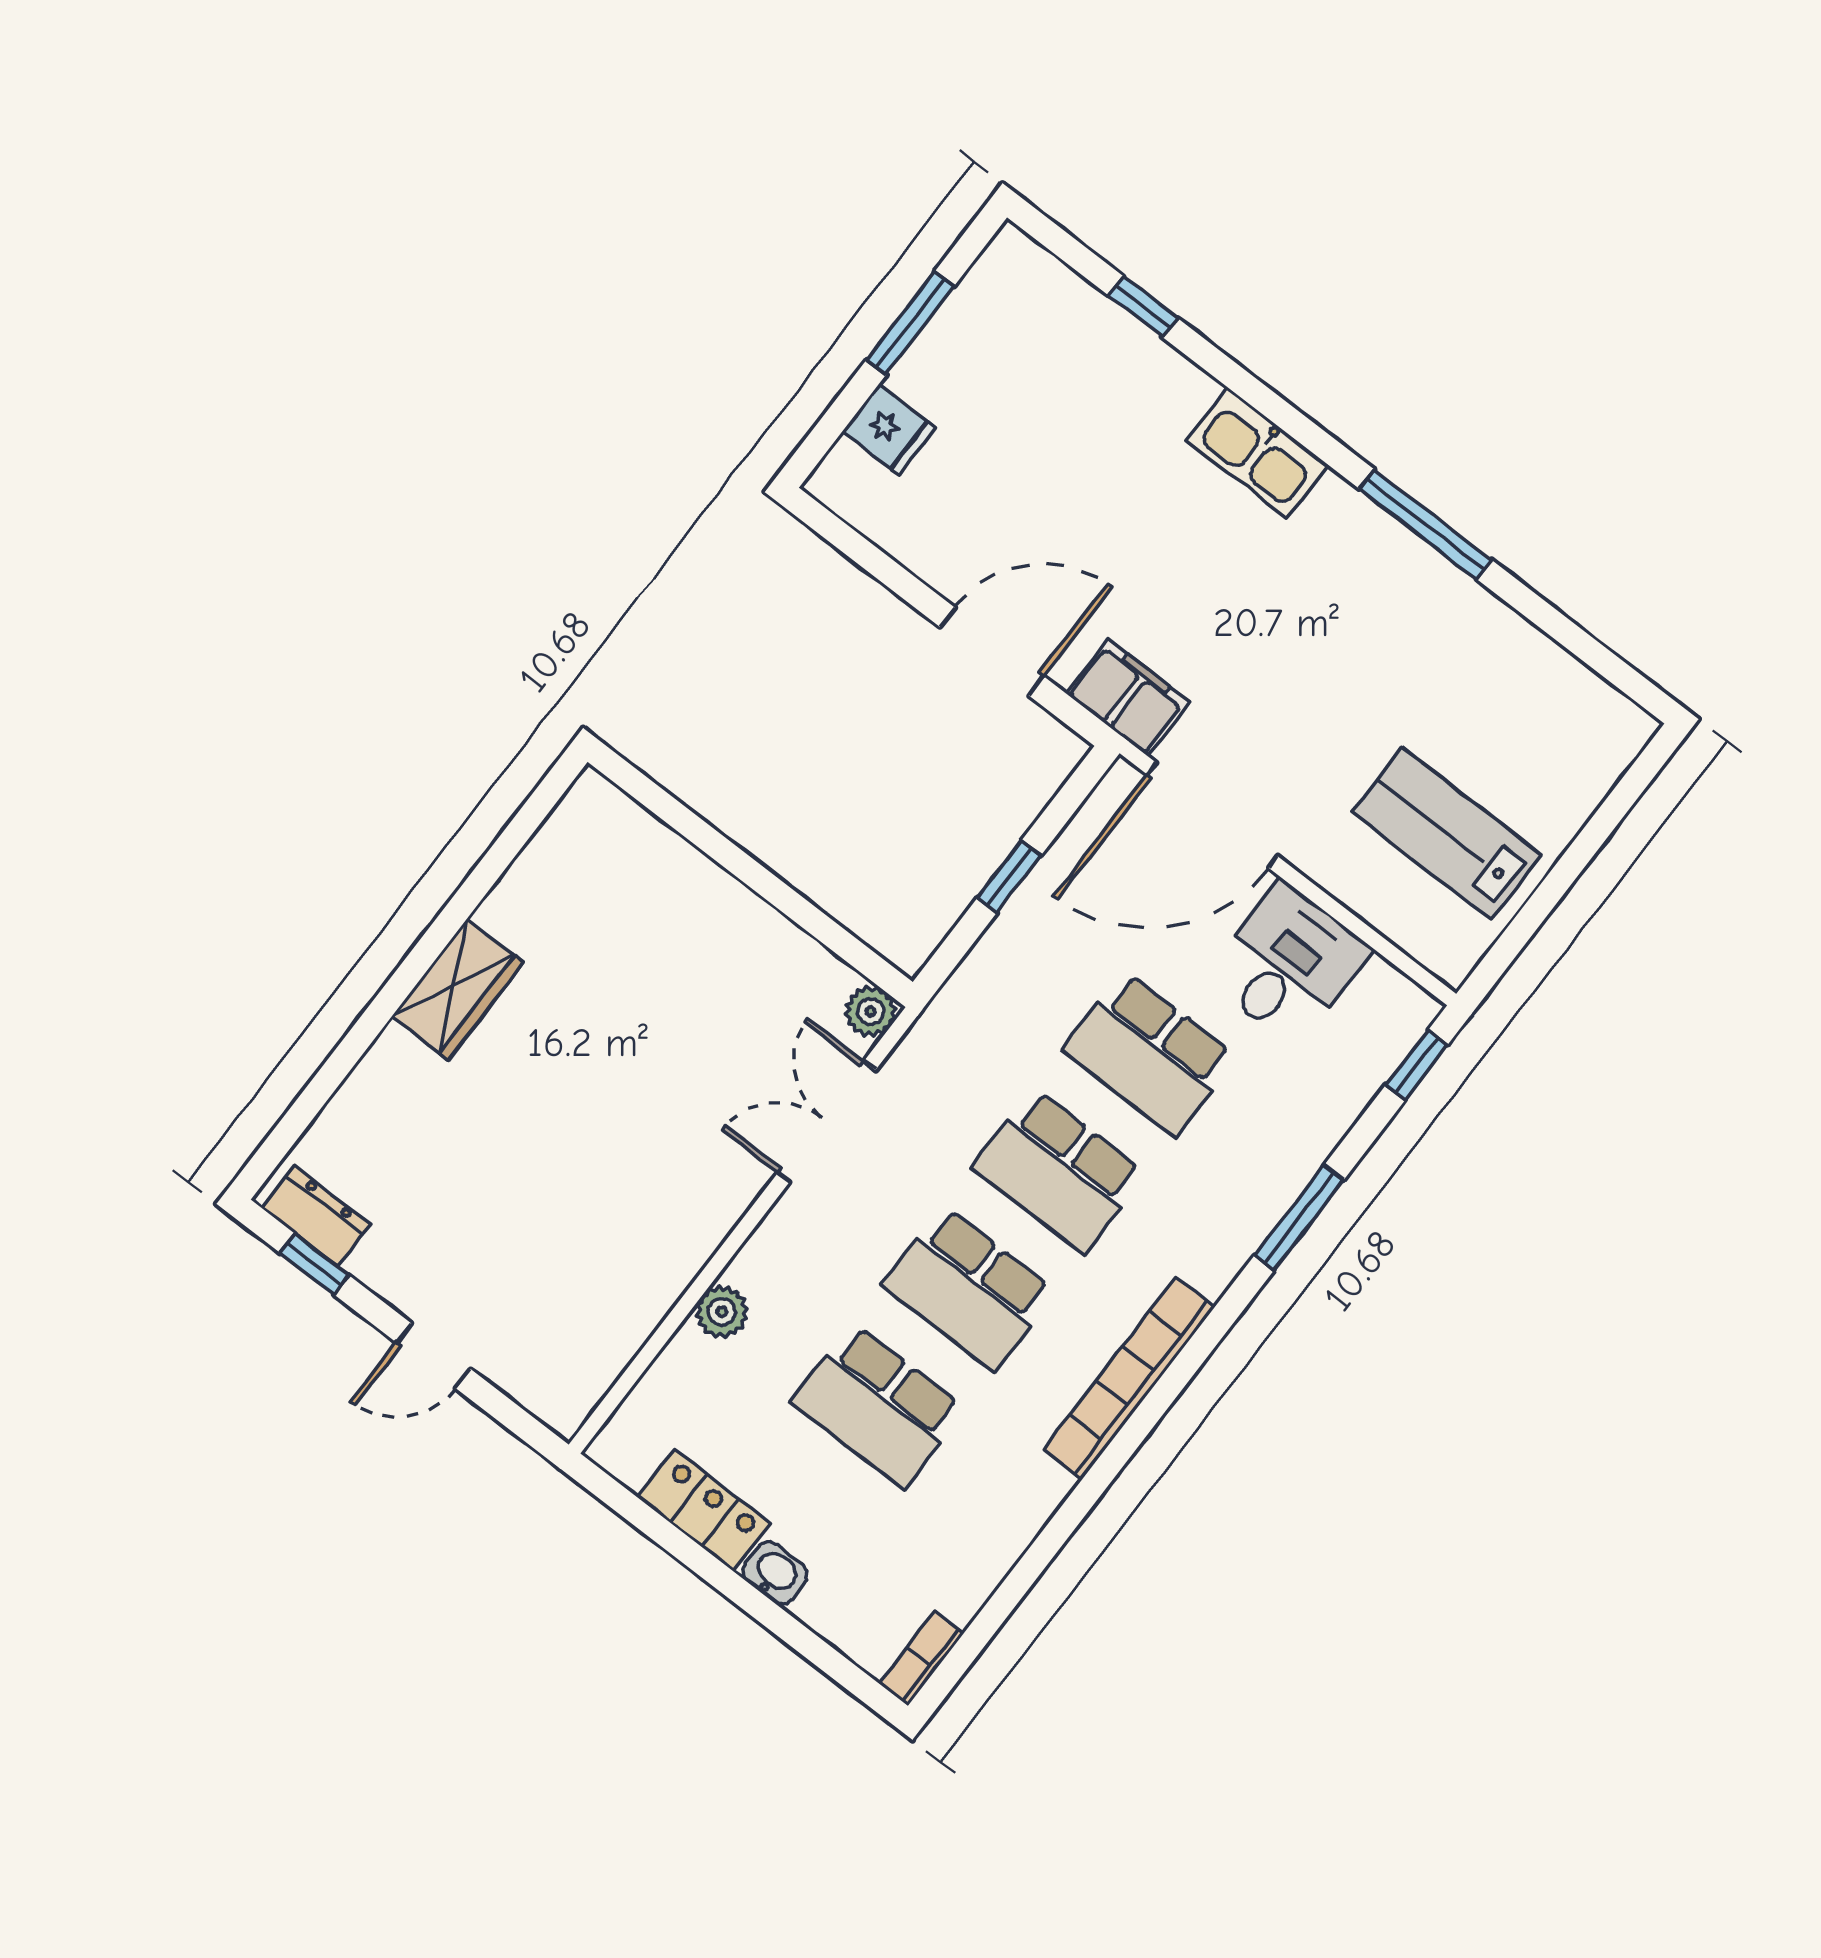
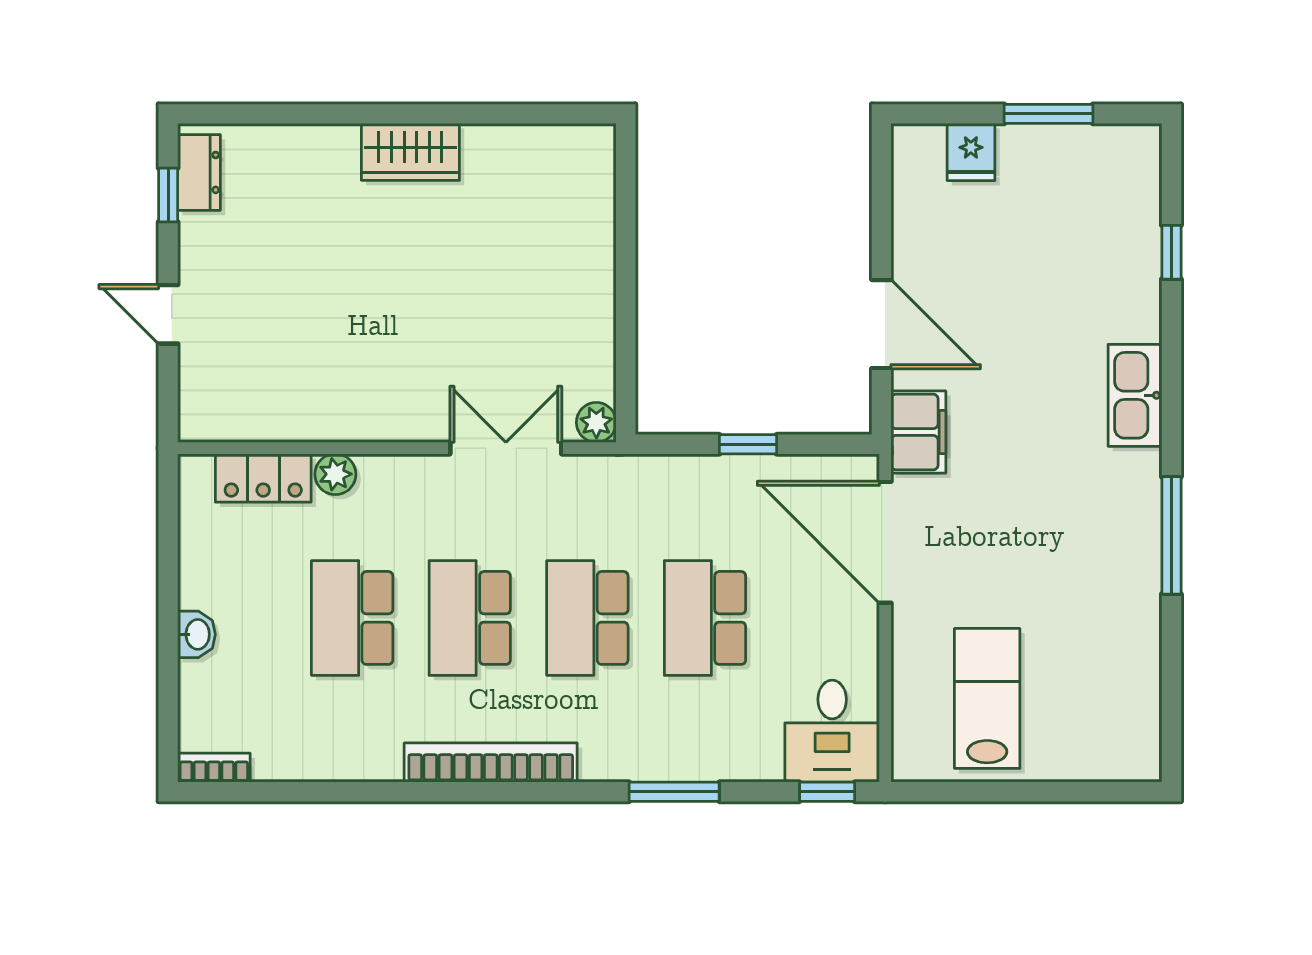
desk: (1288, 964) -> (832, 731), moved, turned 90
locker: (704, 1510) -> (263, 478), moved, turned 90

